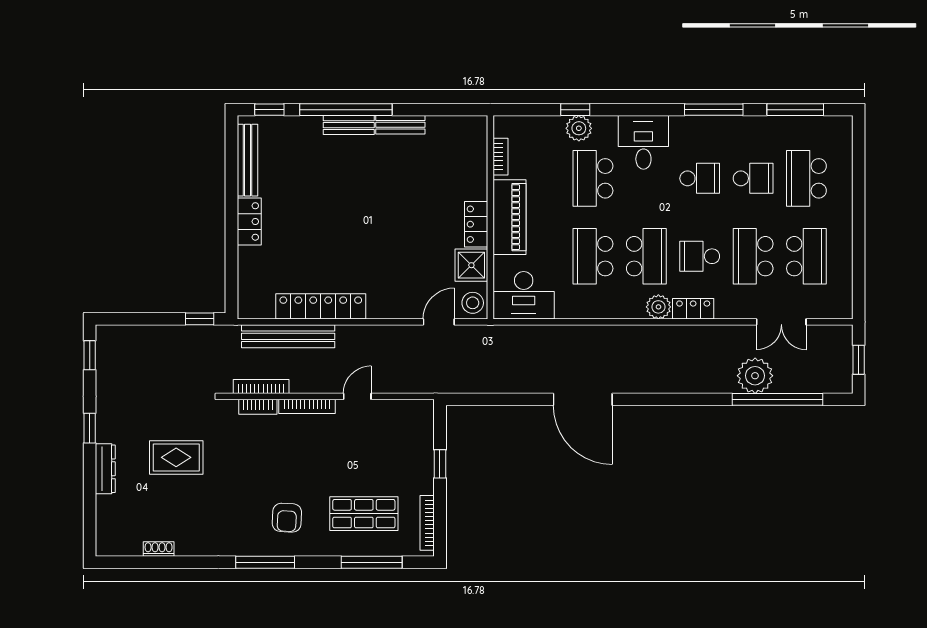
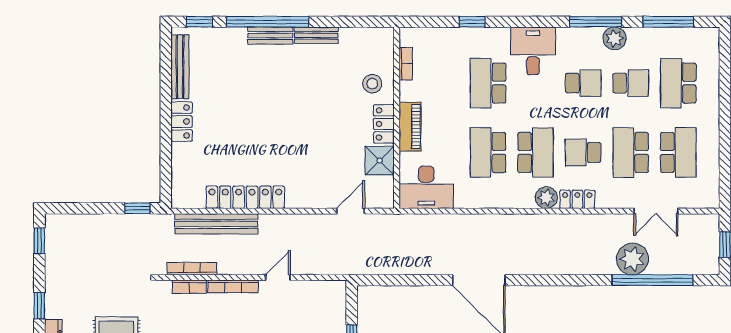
plant: (579, 128) -> (615, 38), moved
piano: (510, 217) -> (410, 127), width x0.73, depth x0.75
stool: (473, 303) -> (372, 84), moved

